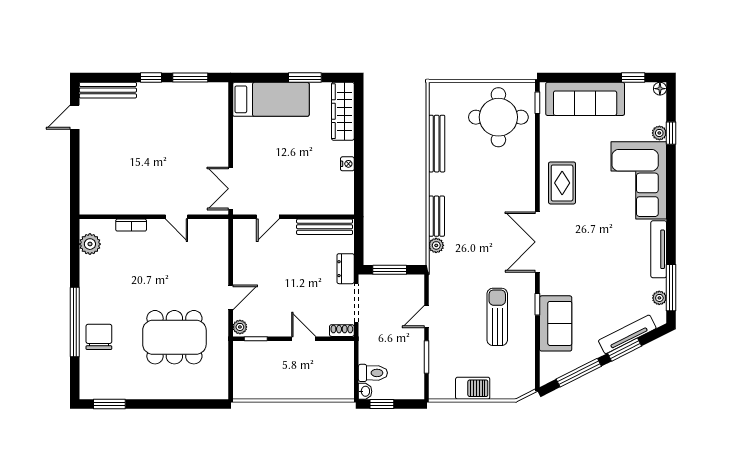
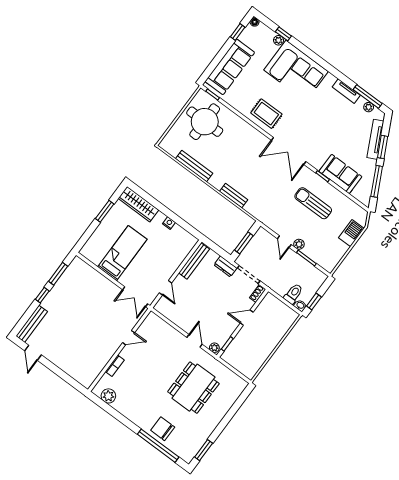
bed: (271, 99) -> (122, 253), moved
plant: (436, 245) -> (299, 244), moved
tv unit: (659, 249) -> (346, 91), width x0.71
window: (75, 322) -> (158, 446), moved
barbecue: (473, 388) -> (351, 233), moved

